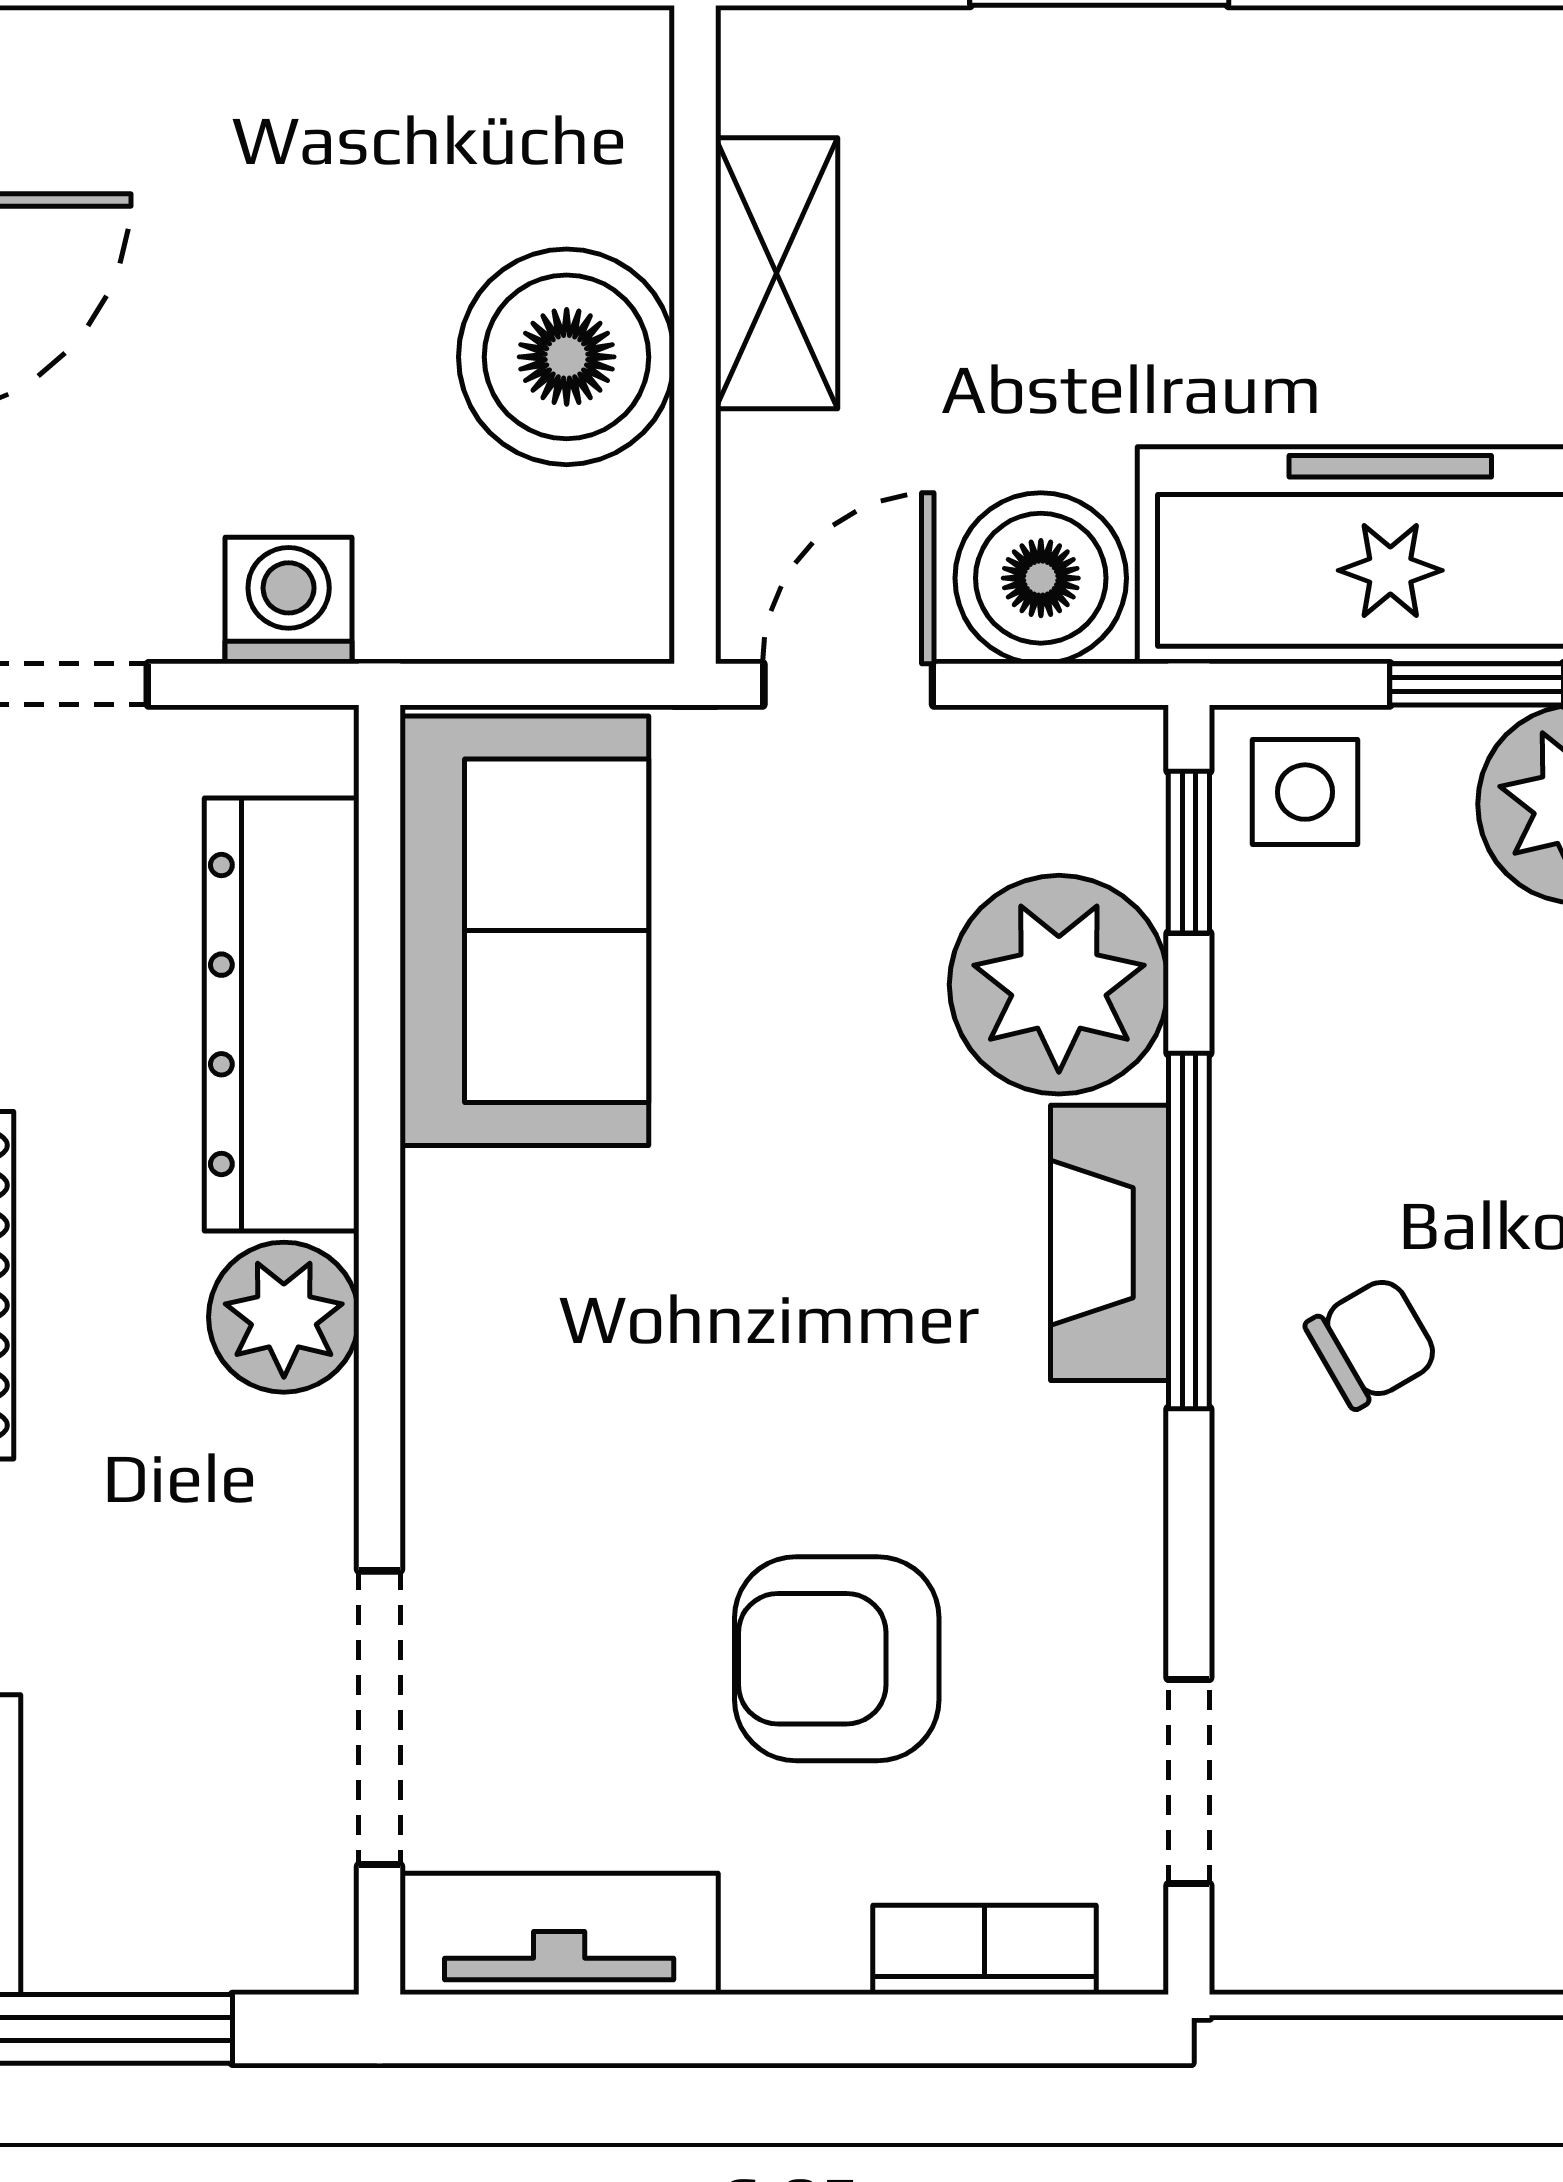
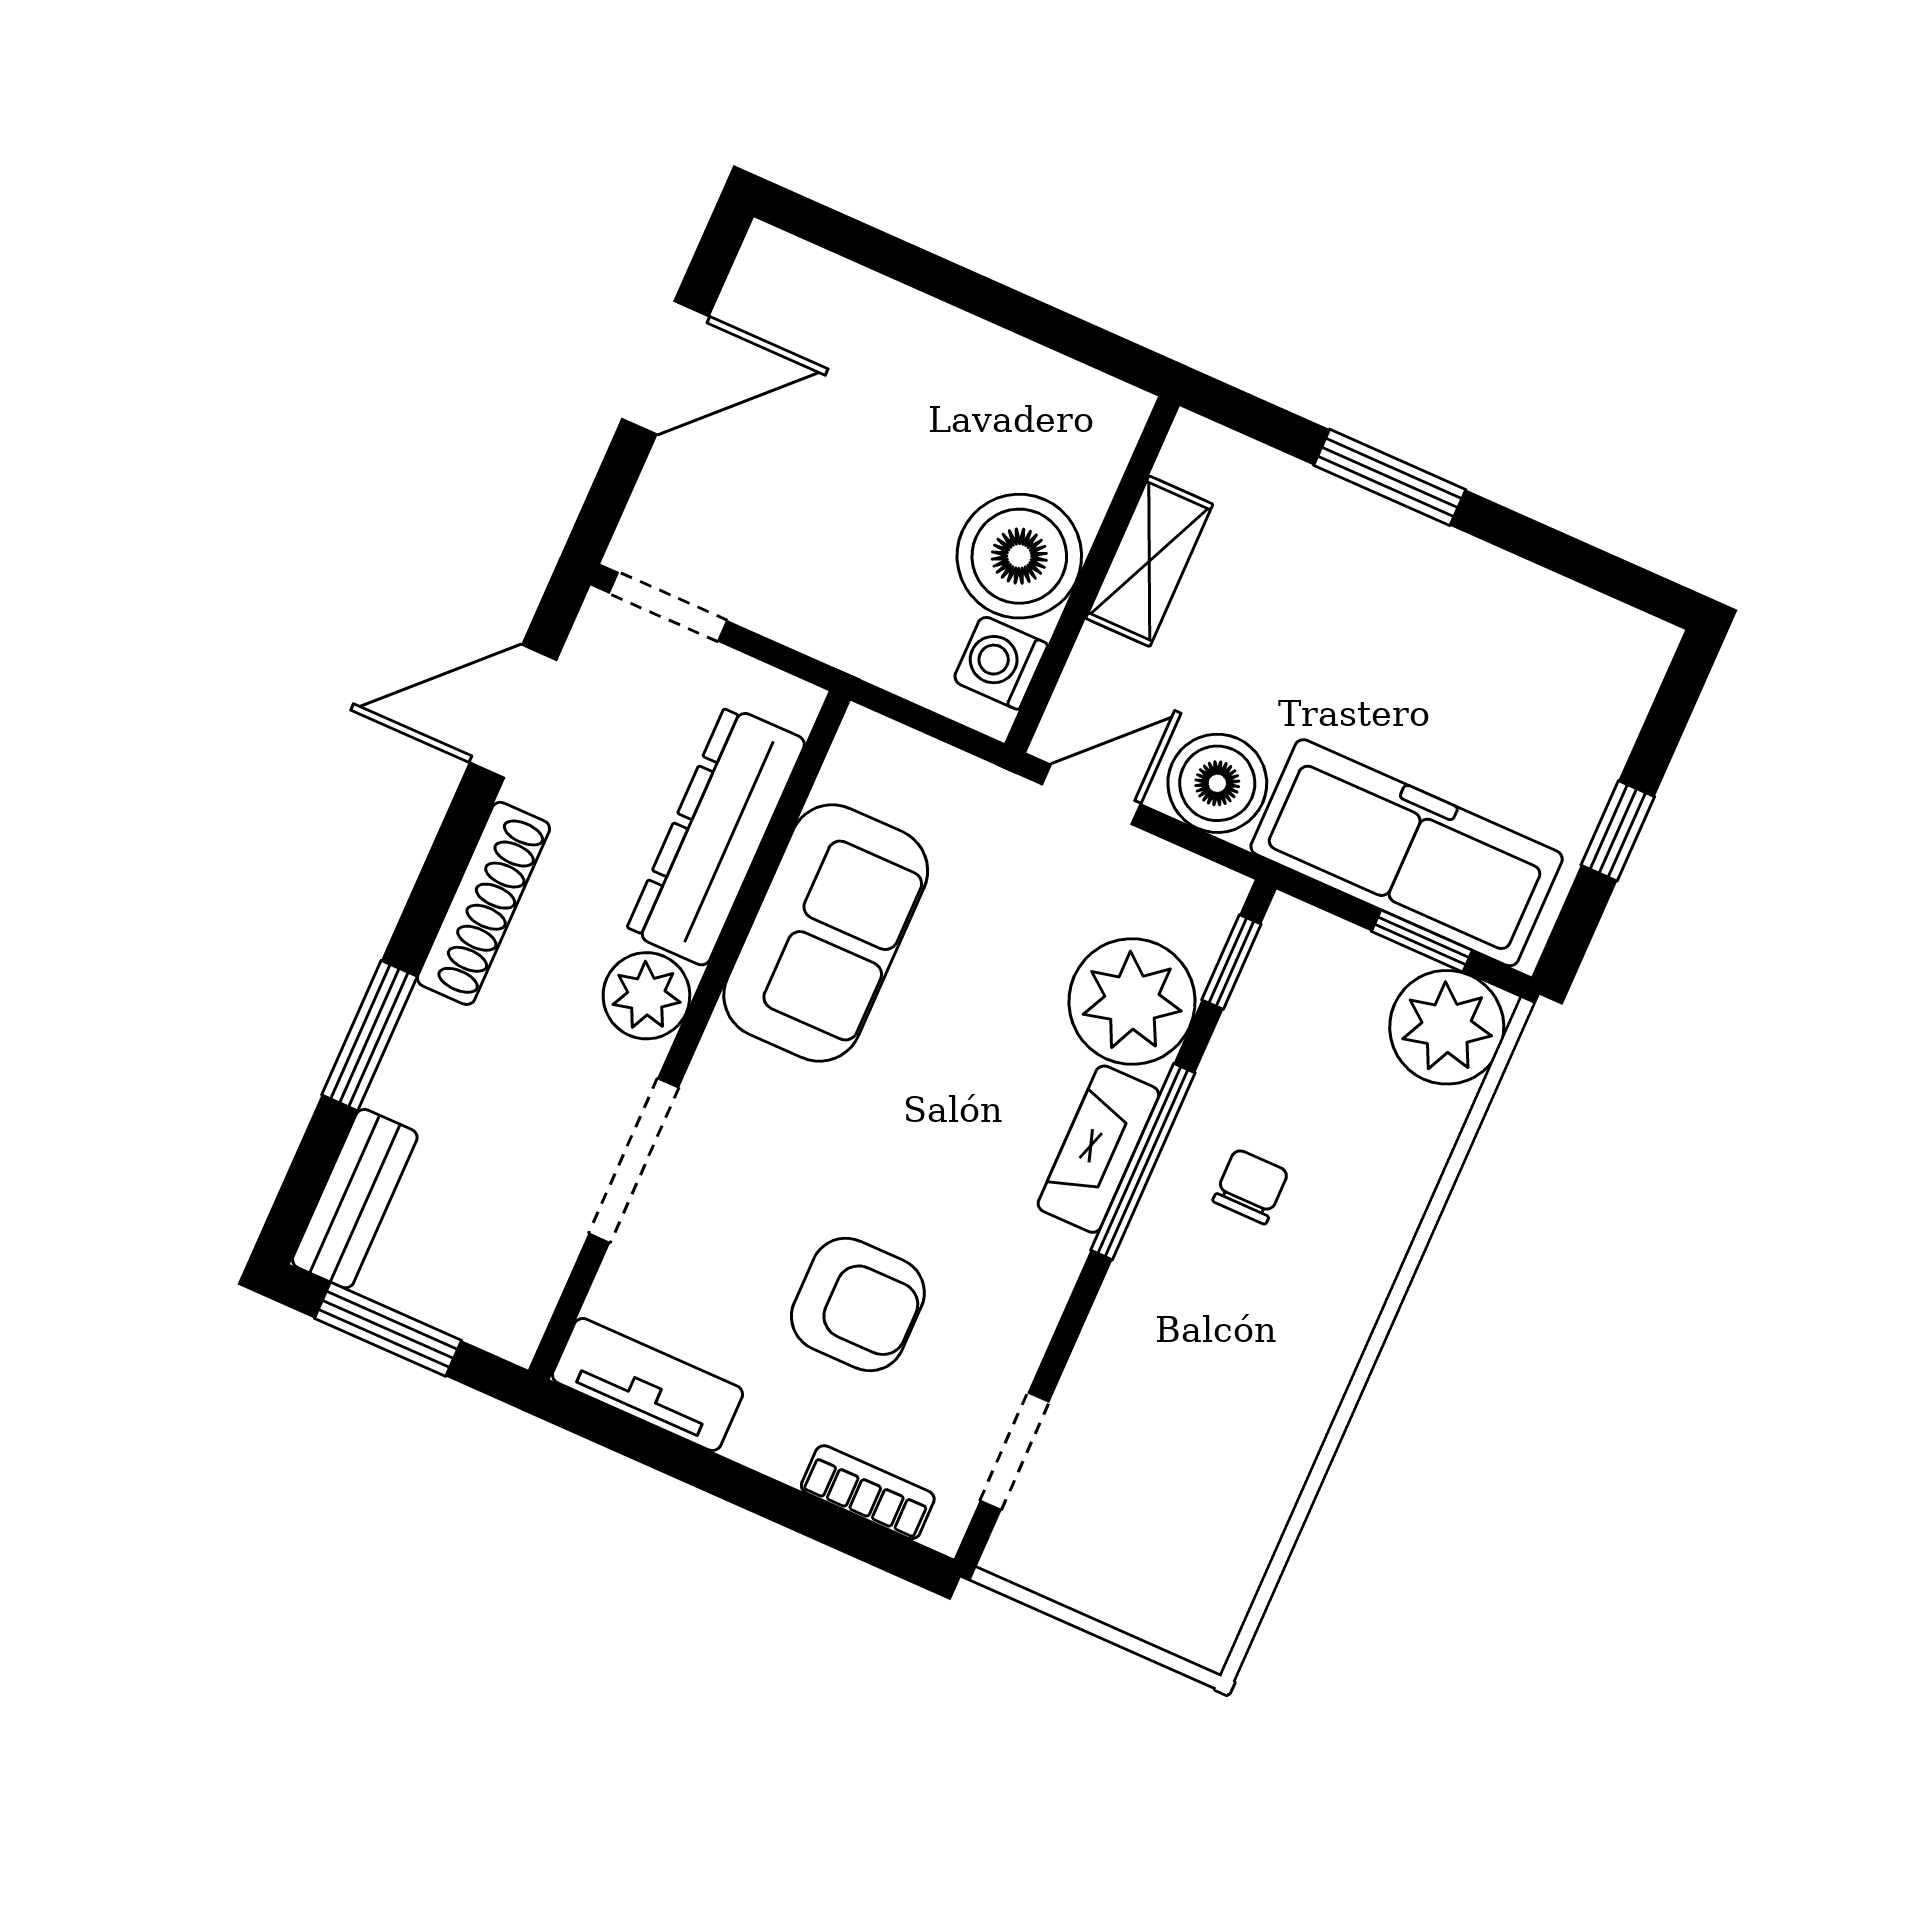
washing machine: (289, 601) -> (1000, 663), moved, turned -90
side table: (1305, 792) -> (1306, 958), removed
sofa: (524, 931) -> (826, 933), moved
chair: (1372, 1343) -> (1251, 1186), moved, turned -60
armchair: (837, 1659) -> (858, 1304), turned 180
doorway: (380, 1718) -> (634, 1161), moved

